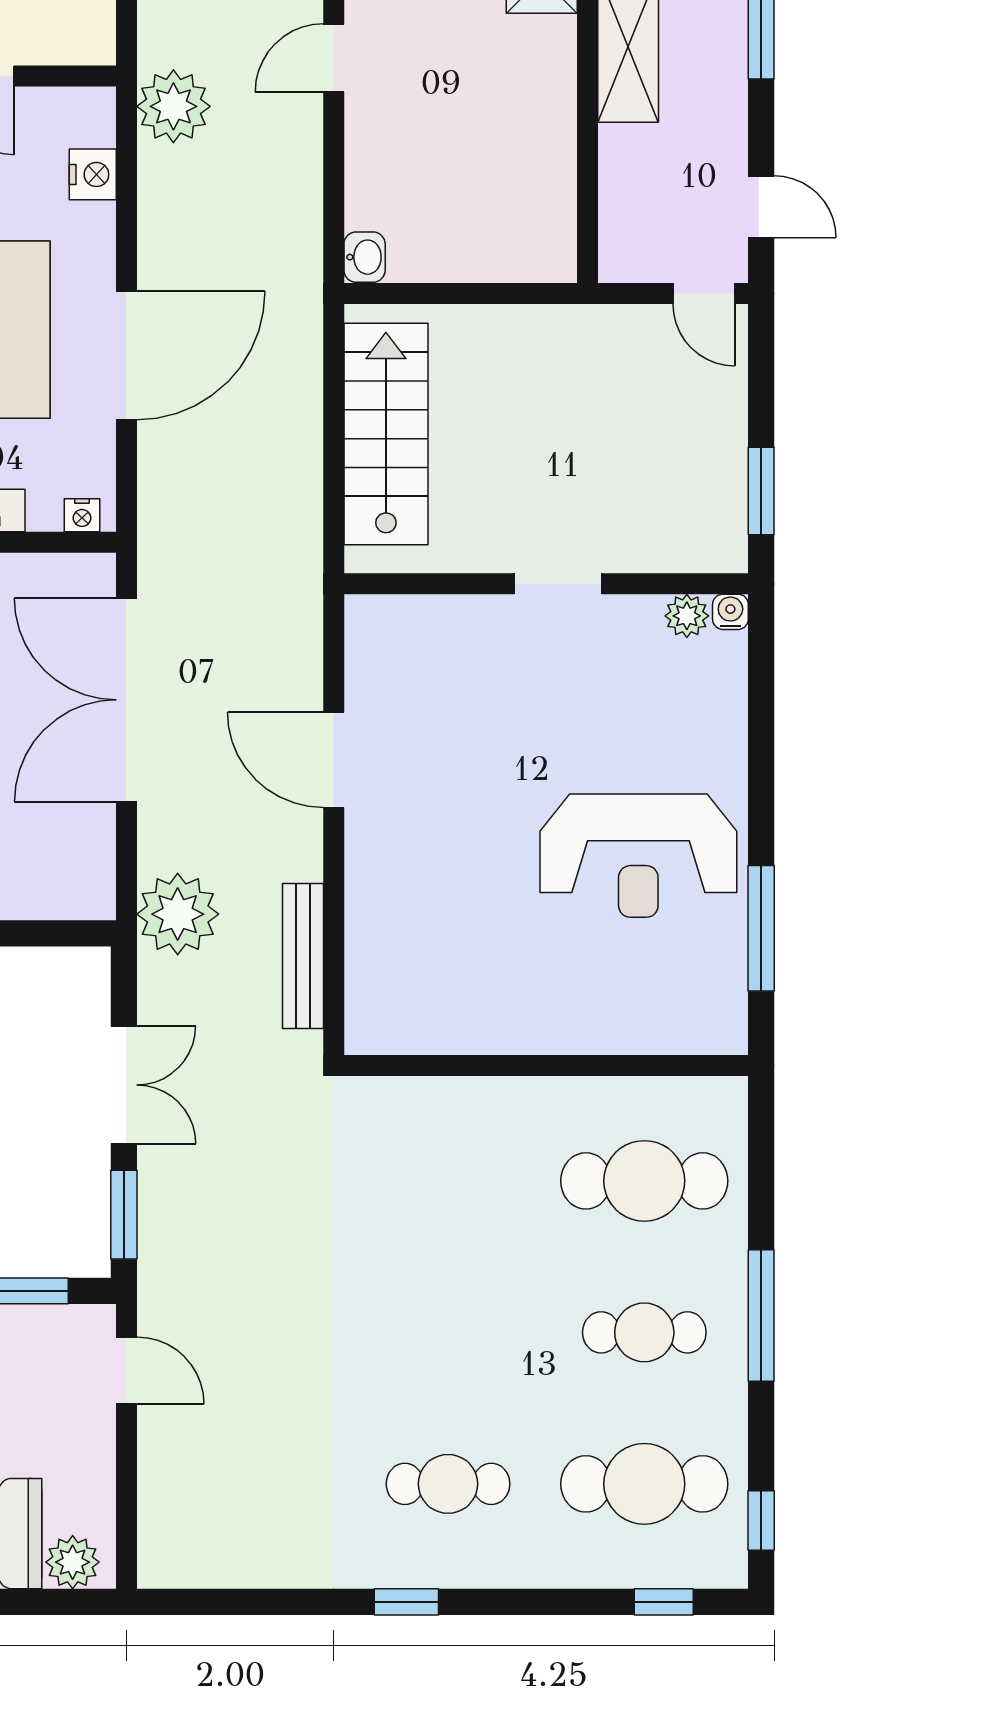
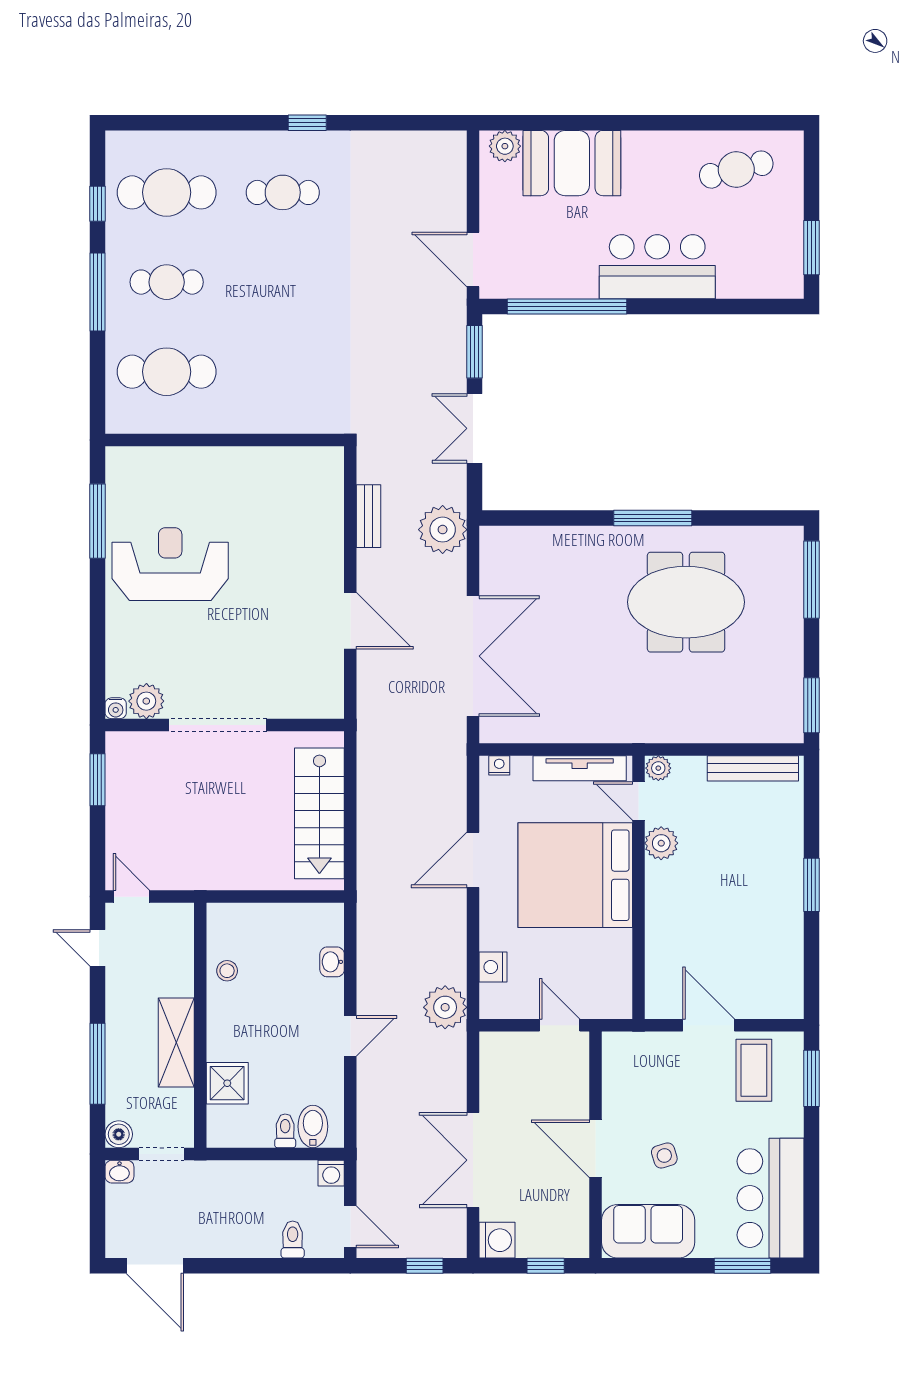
stool: (542, 168) -> (227, 971), added
washbasin: (365, 257) -> (332, 962), moved
door: (126, 356) -> (473, 860), width x0.73
doorway: (558, 584) -> (218, 725), width x1.88
plant: (687, 616) -> (146, 701), width x1.38, depth x1.38
bench: (303, 956) -> (368, 516), width x0.73
door: (126, 1370) -> (473, 260), width x1.38
window: (761, 1520) -> (98, 204), moved
window: (664, 1602) -> (155, 123), removed

